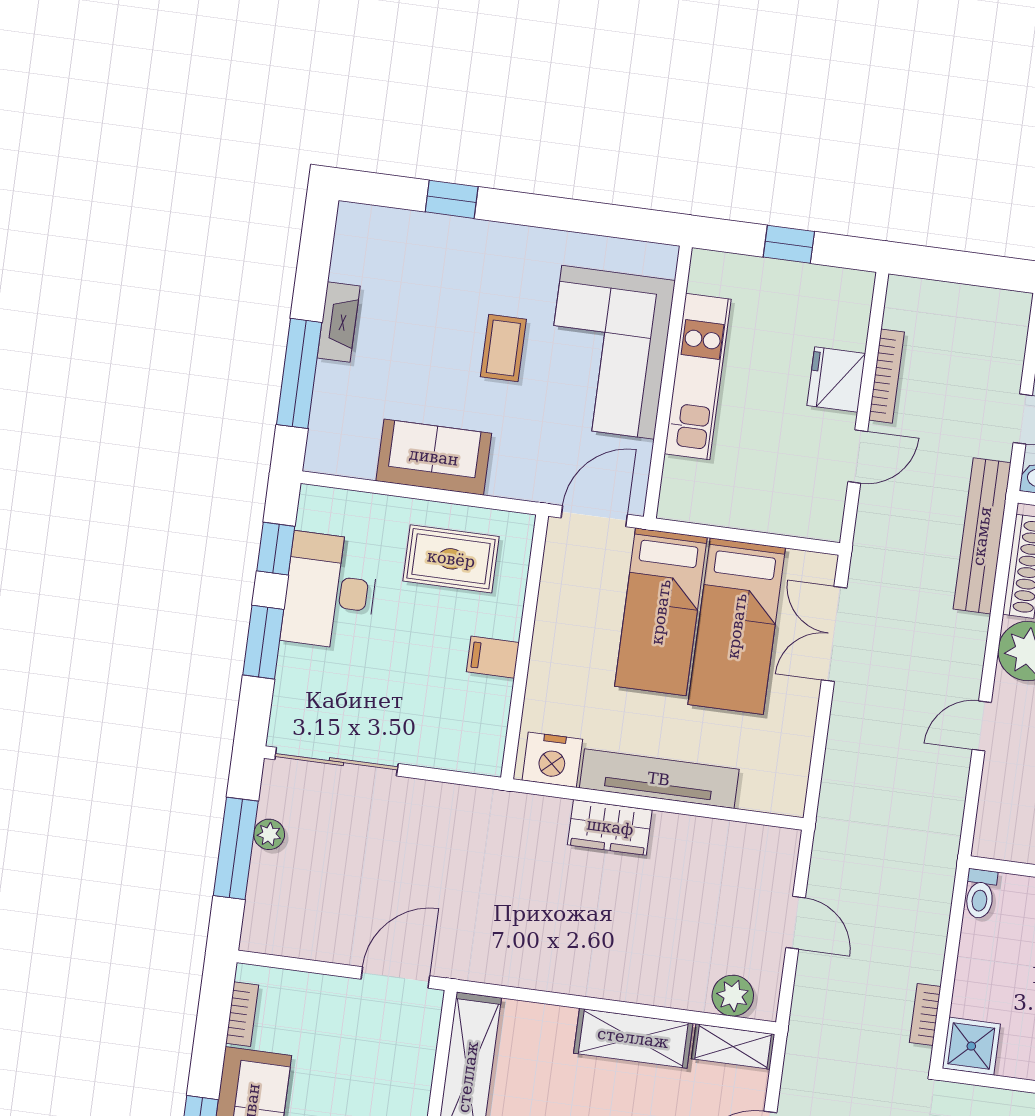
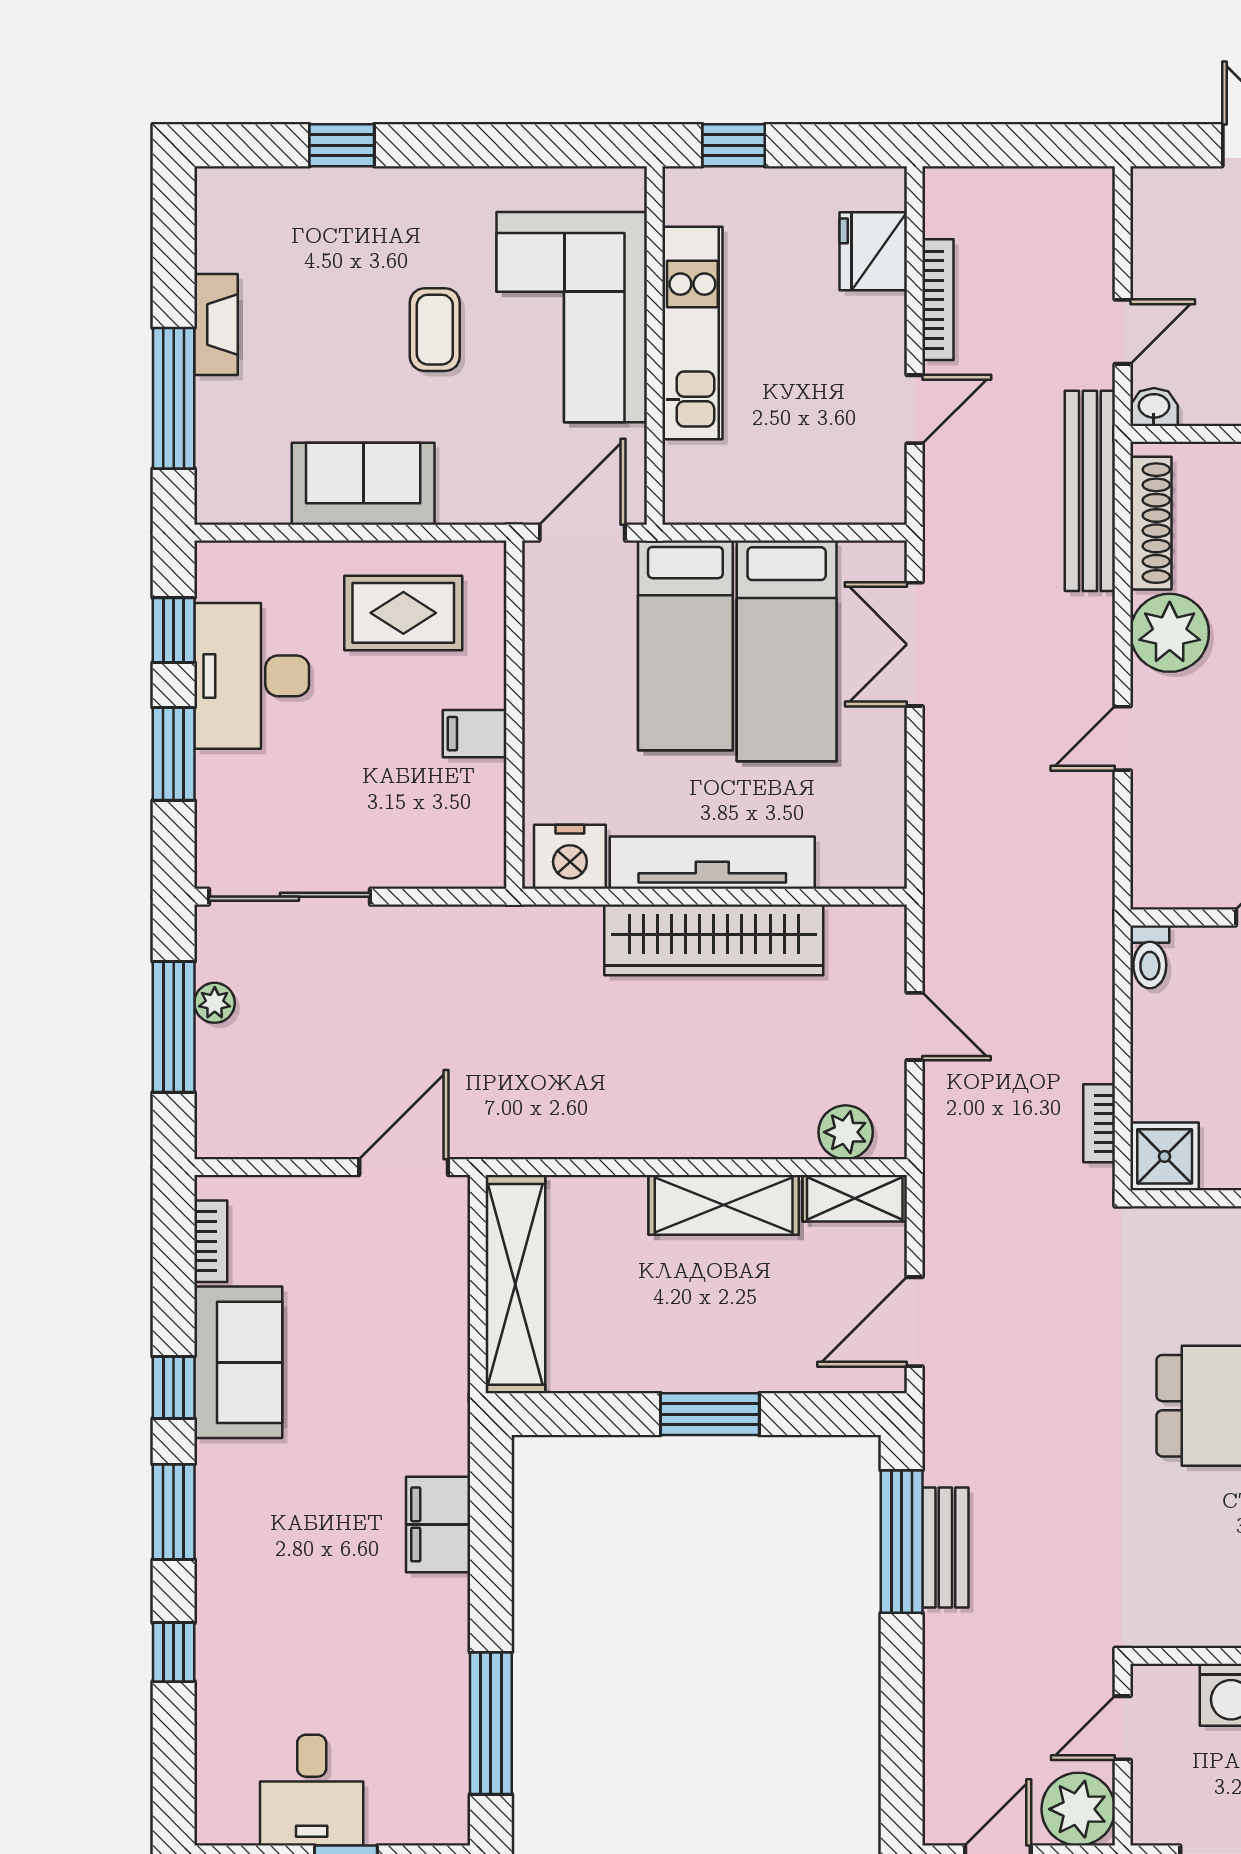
window: (789, 244) -> (734, 145), moved
fridge: (836, 380) -> (873, 251), moved
wardrobe: (610, 827) -> (714, 940), width x2.10, depth x1.17

